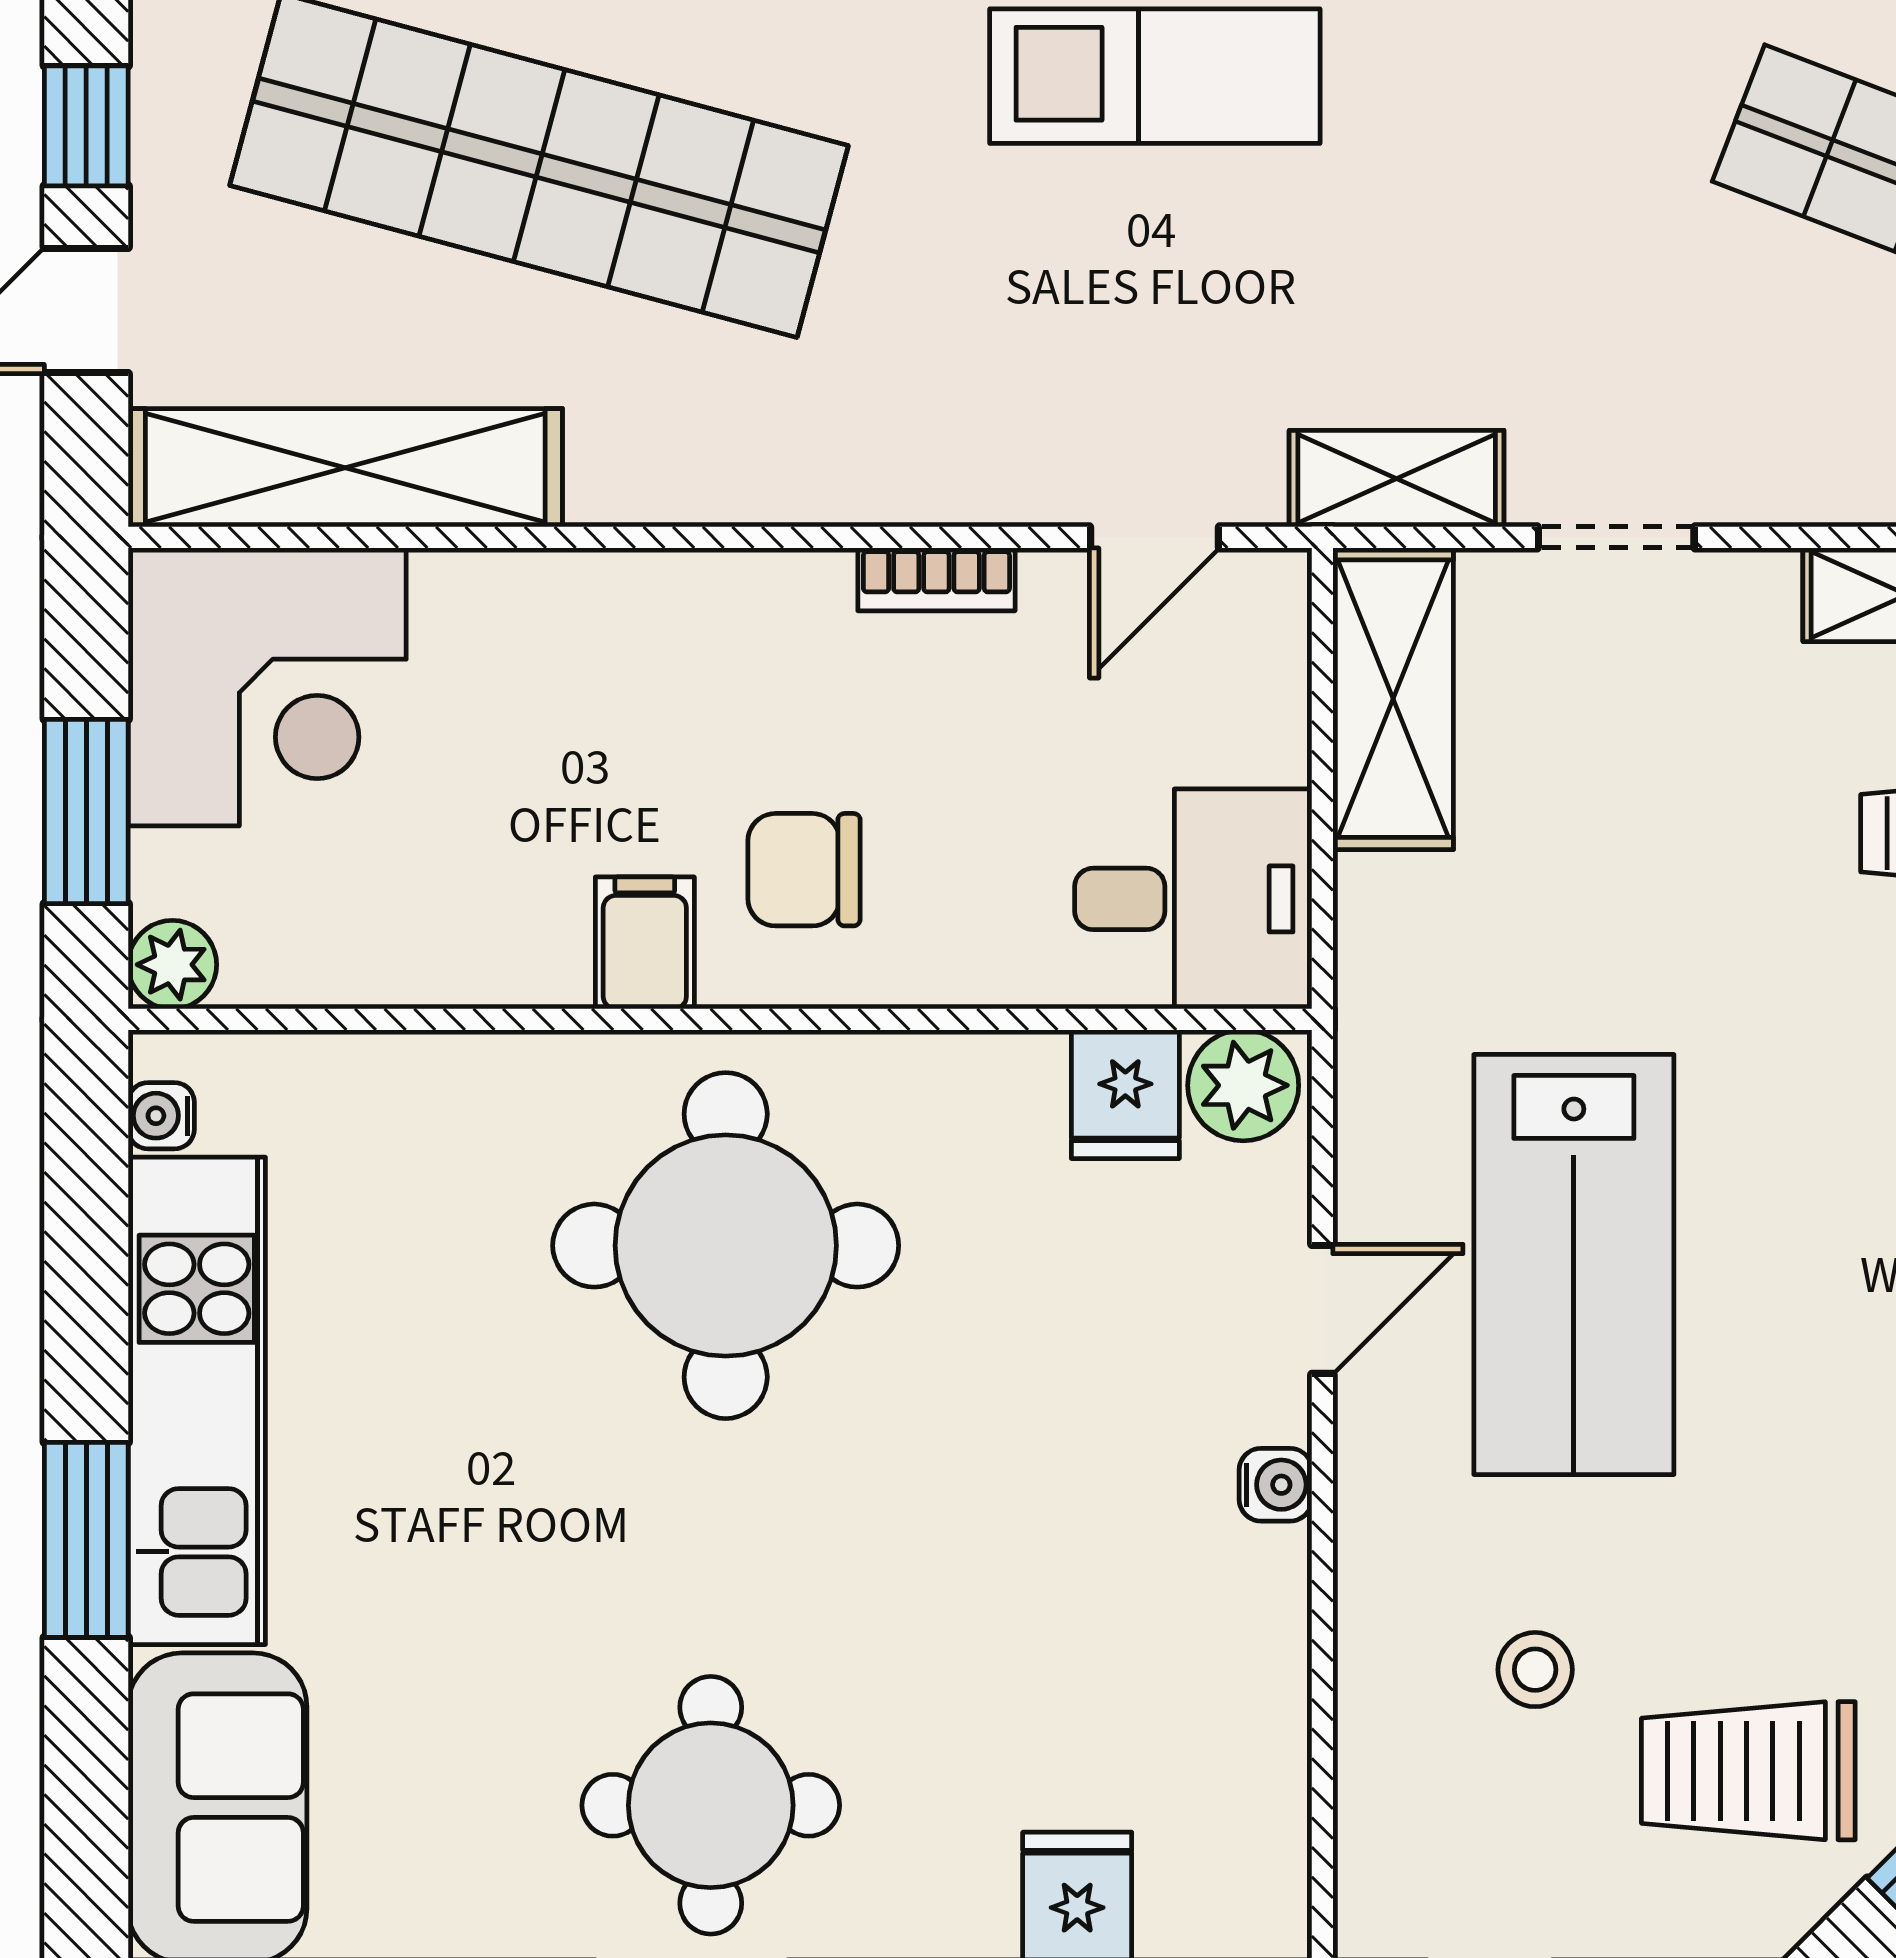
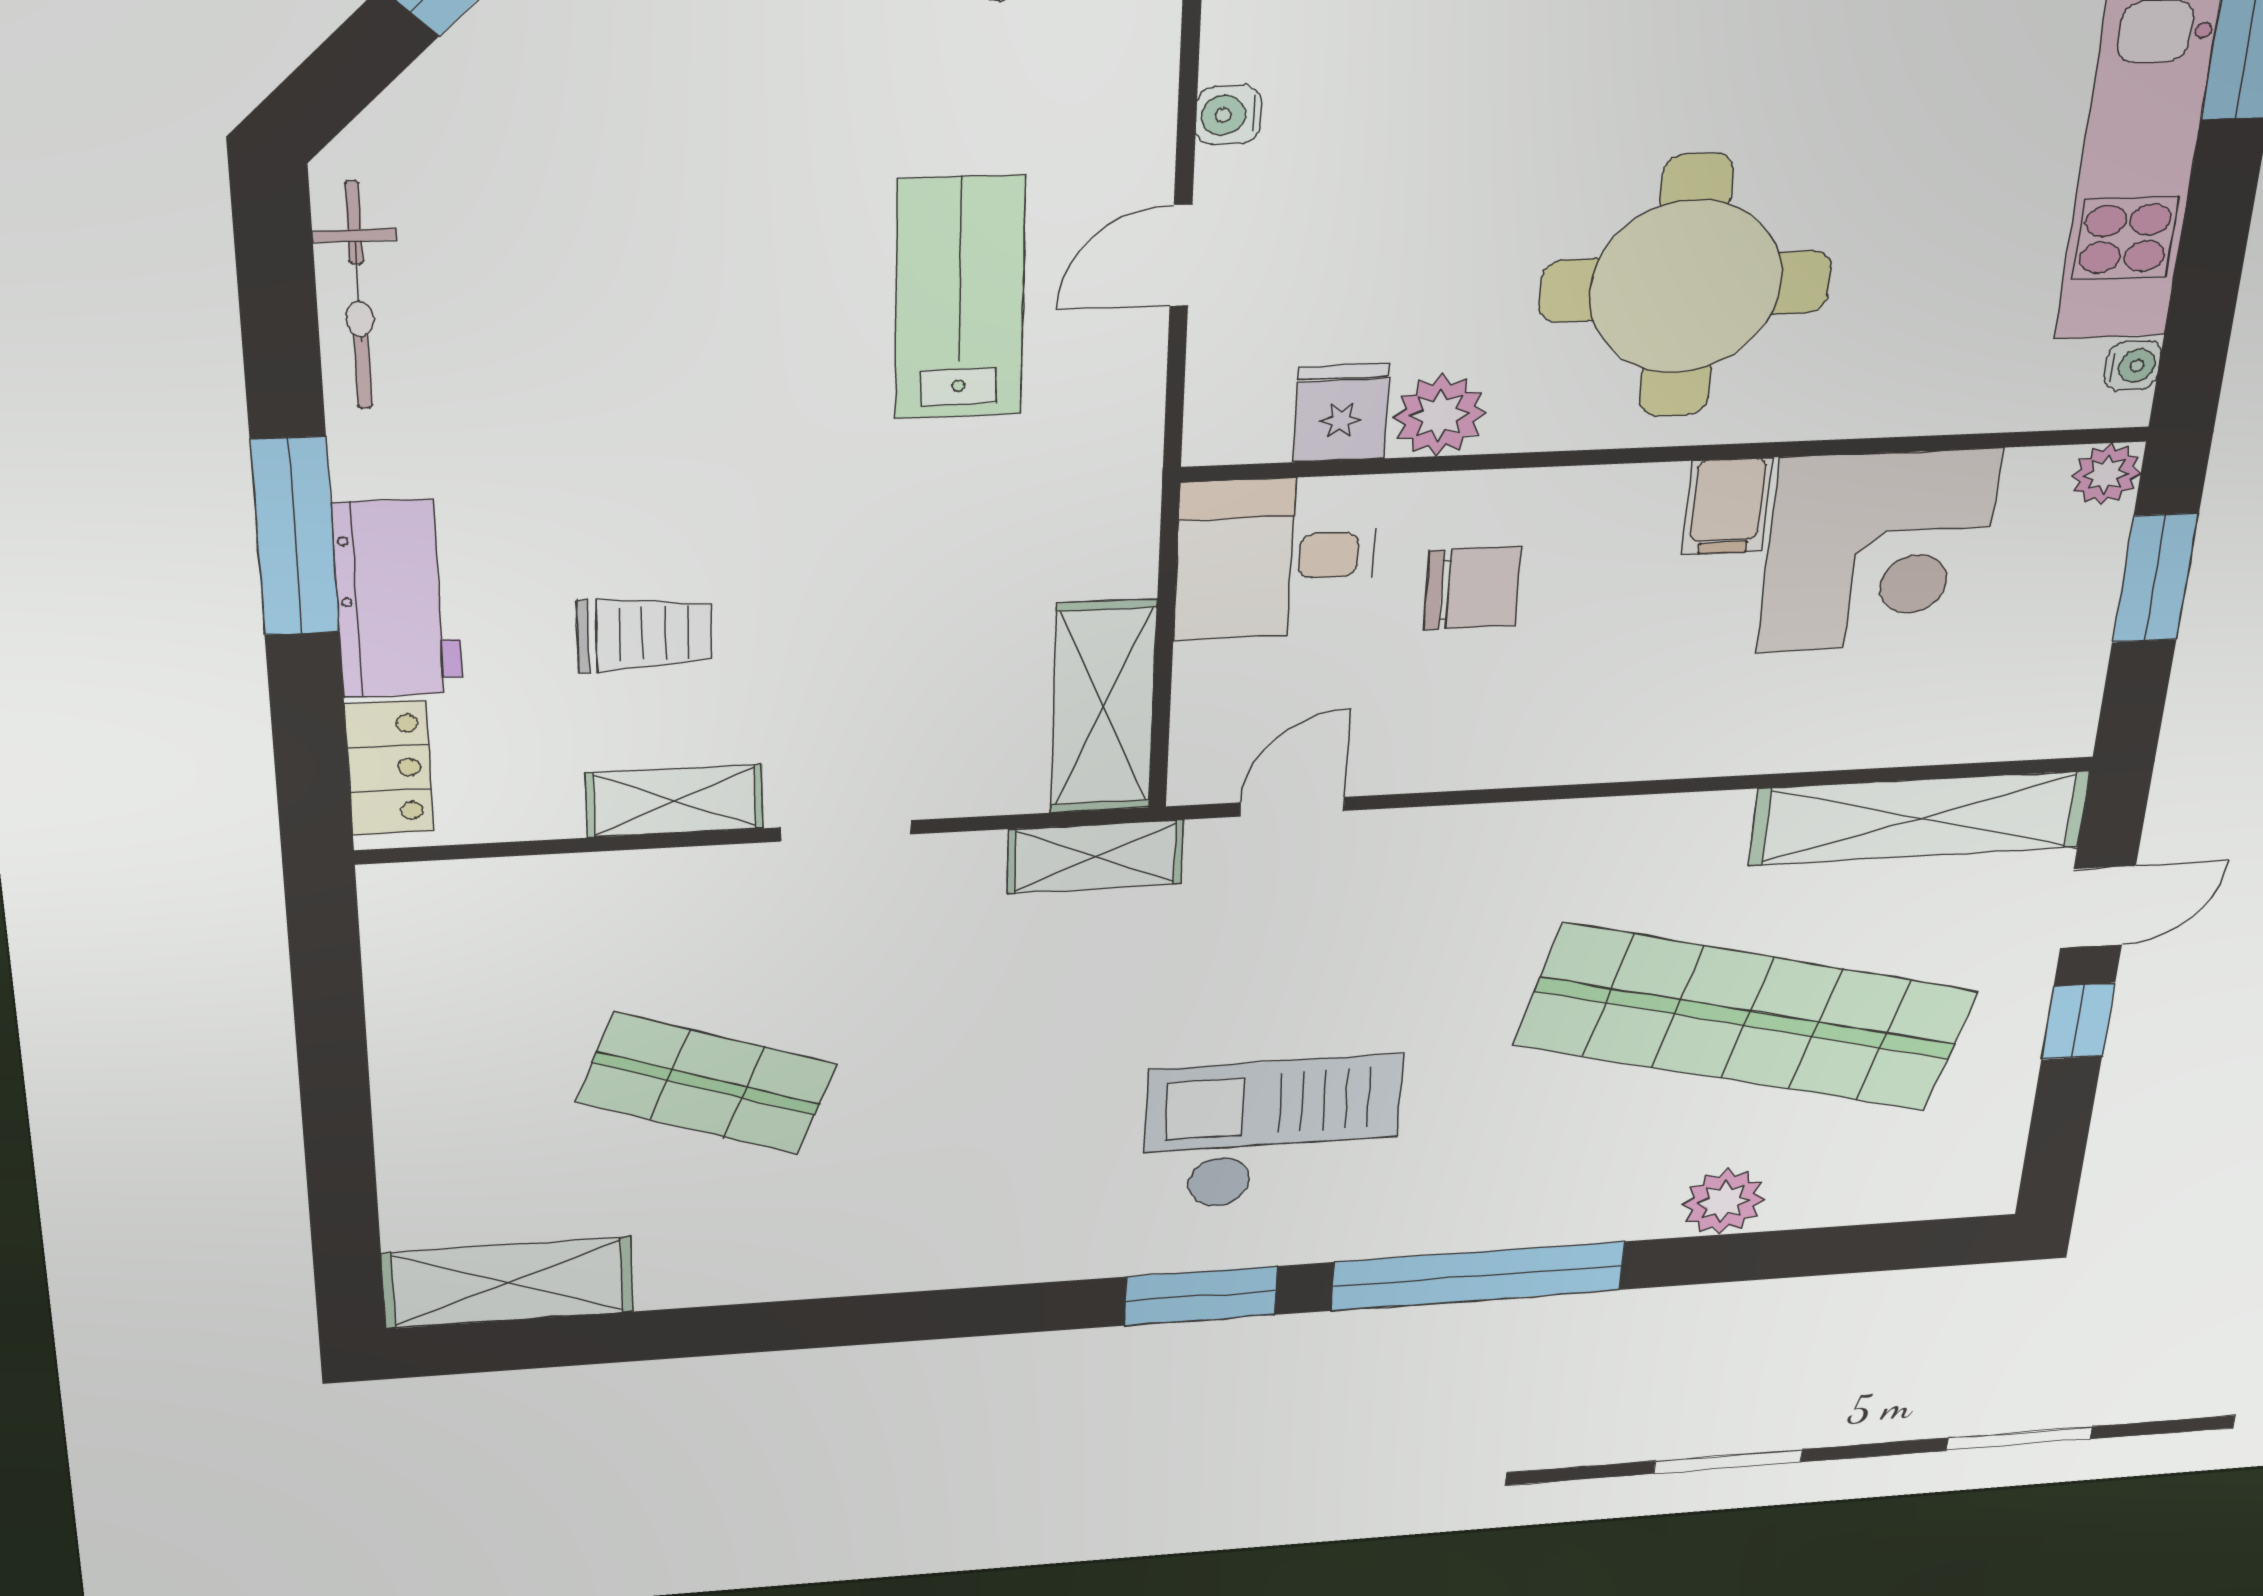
doorway: (1616, 537) -> (846, 831), moved
bookcase: (936, 579) -> (1468, 769), removed
corner desk: (267, 687) -> (1878, 551), moved, turned 180
chair: (804, 870) -> (1473, 588), moved
plant: (1243, 1085) -> (1439, 415), moved
lab bench: (1574, 1264) -> (960, 298), width x0.73, depth x0.72

